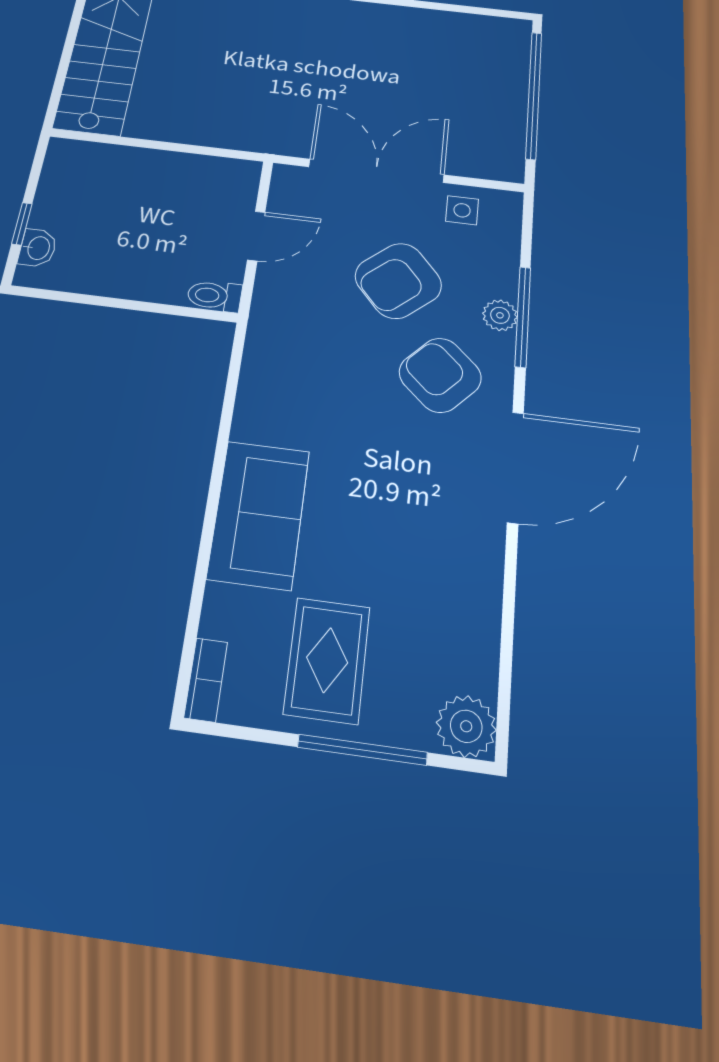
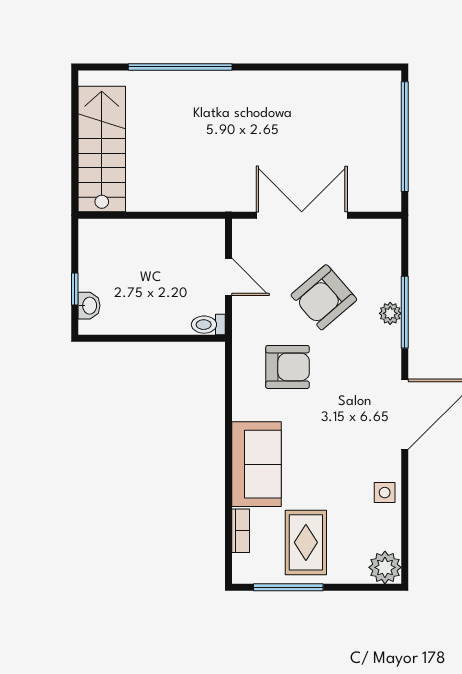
side table: (462, 210) -> (385, 493), moved
door: (256, 236) -> (229, 277), hinge flipped
armchair: (440, 375) -> (287, 367), moved, turned 137
bookcase: (206, 680) -> (241, 531), moved
window: (362, 750) -> (288, 587), moved

